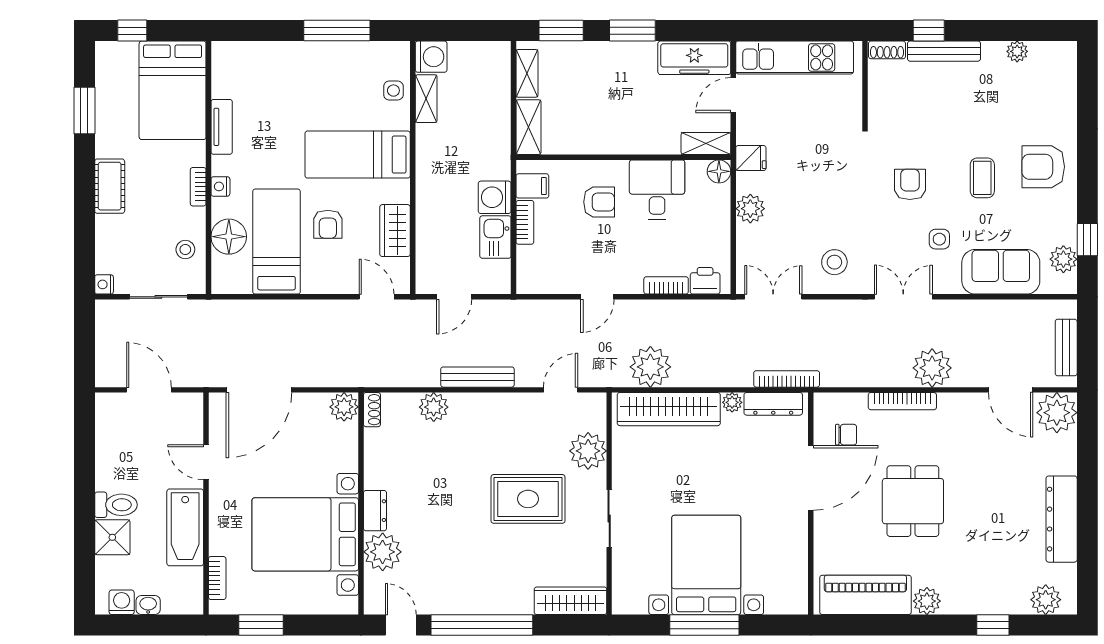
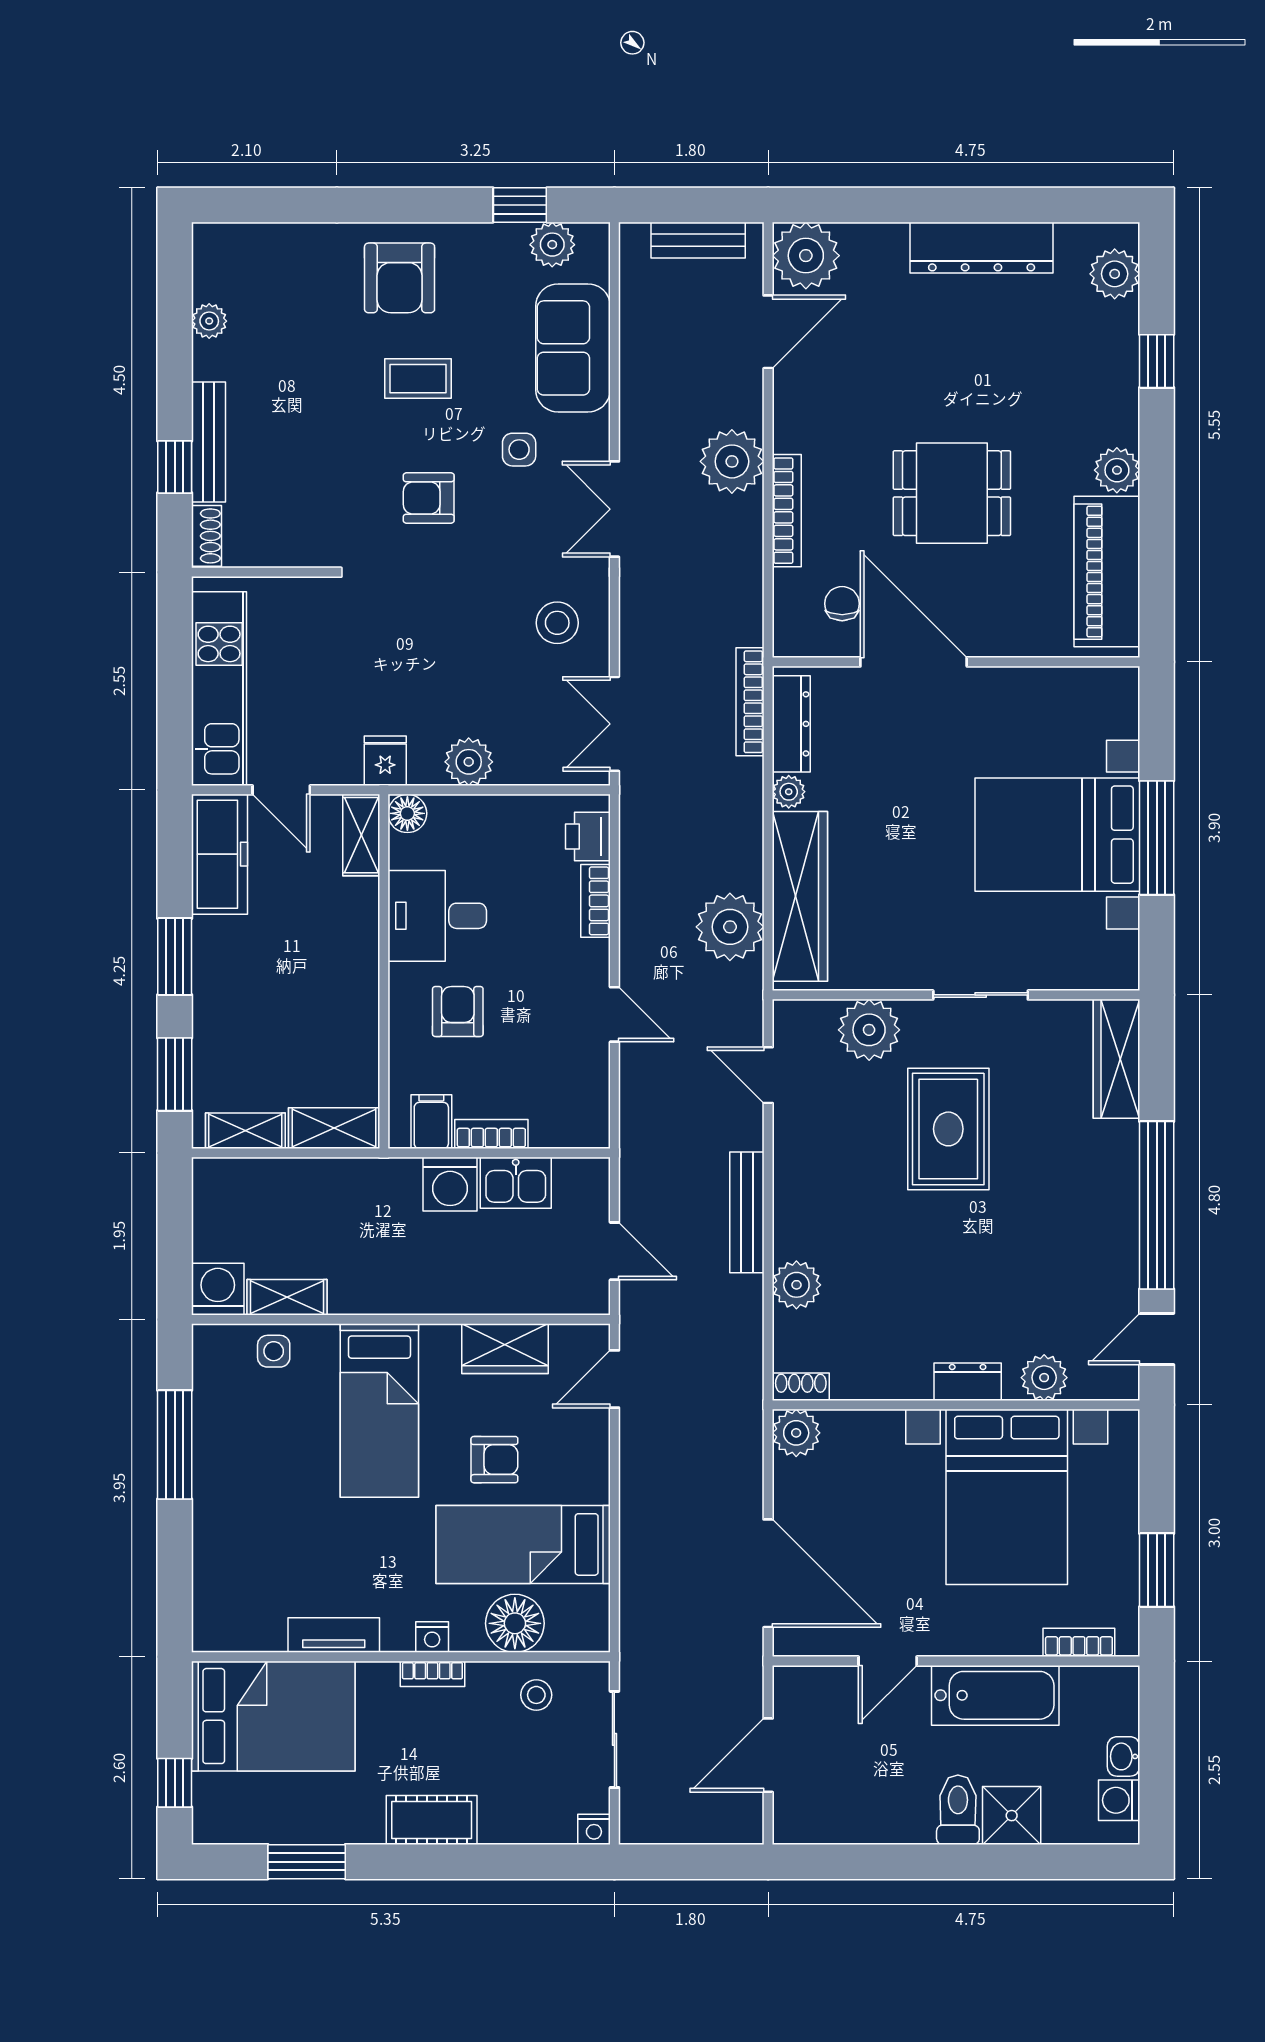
plant: (383, 552) -> (1044, 1378), width x0.73, depth x0.73

